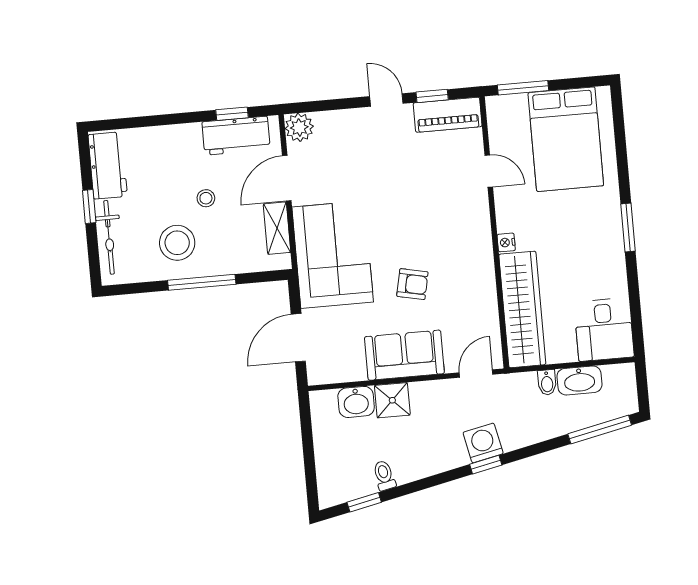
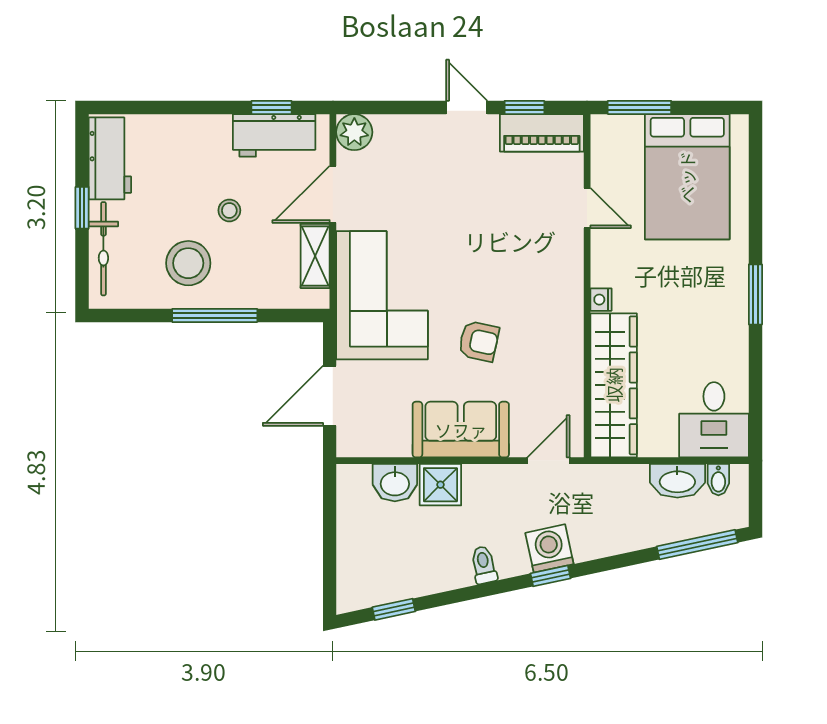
bidet: (547, 382) -> (718, 480), moved
toilet: (384, 475) -> (484, 565), moved

